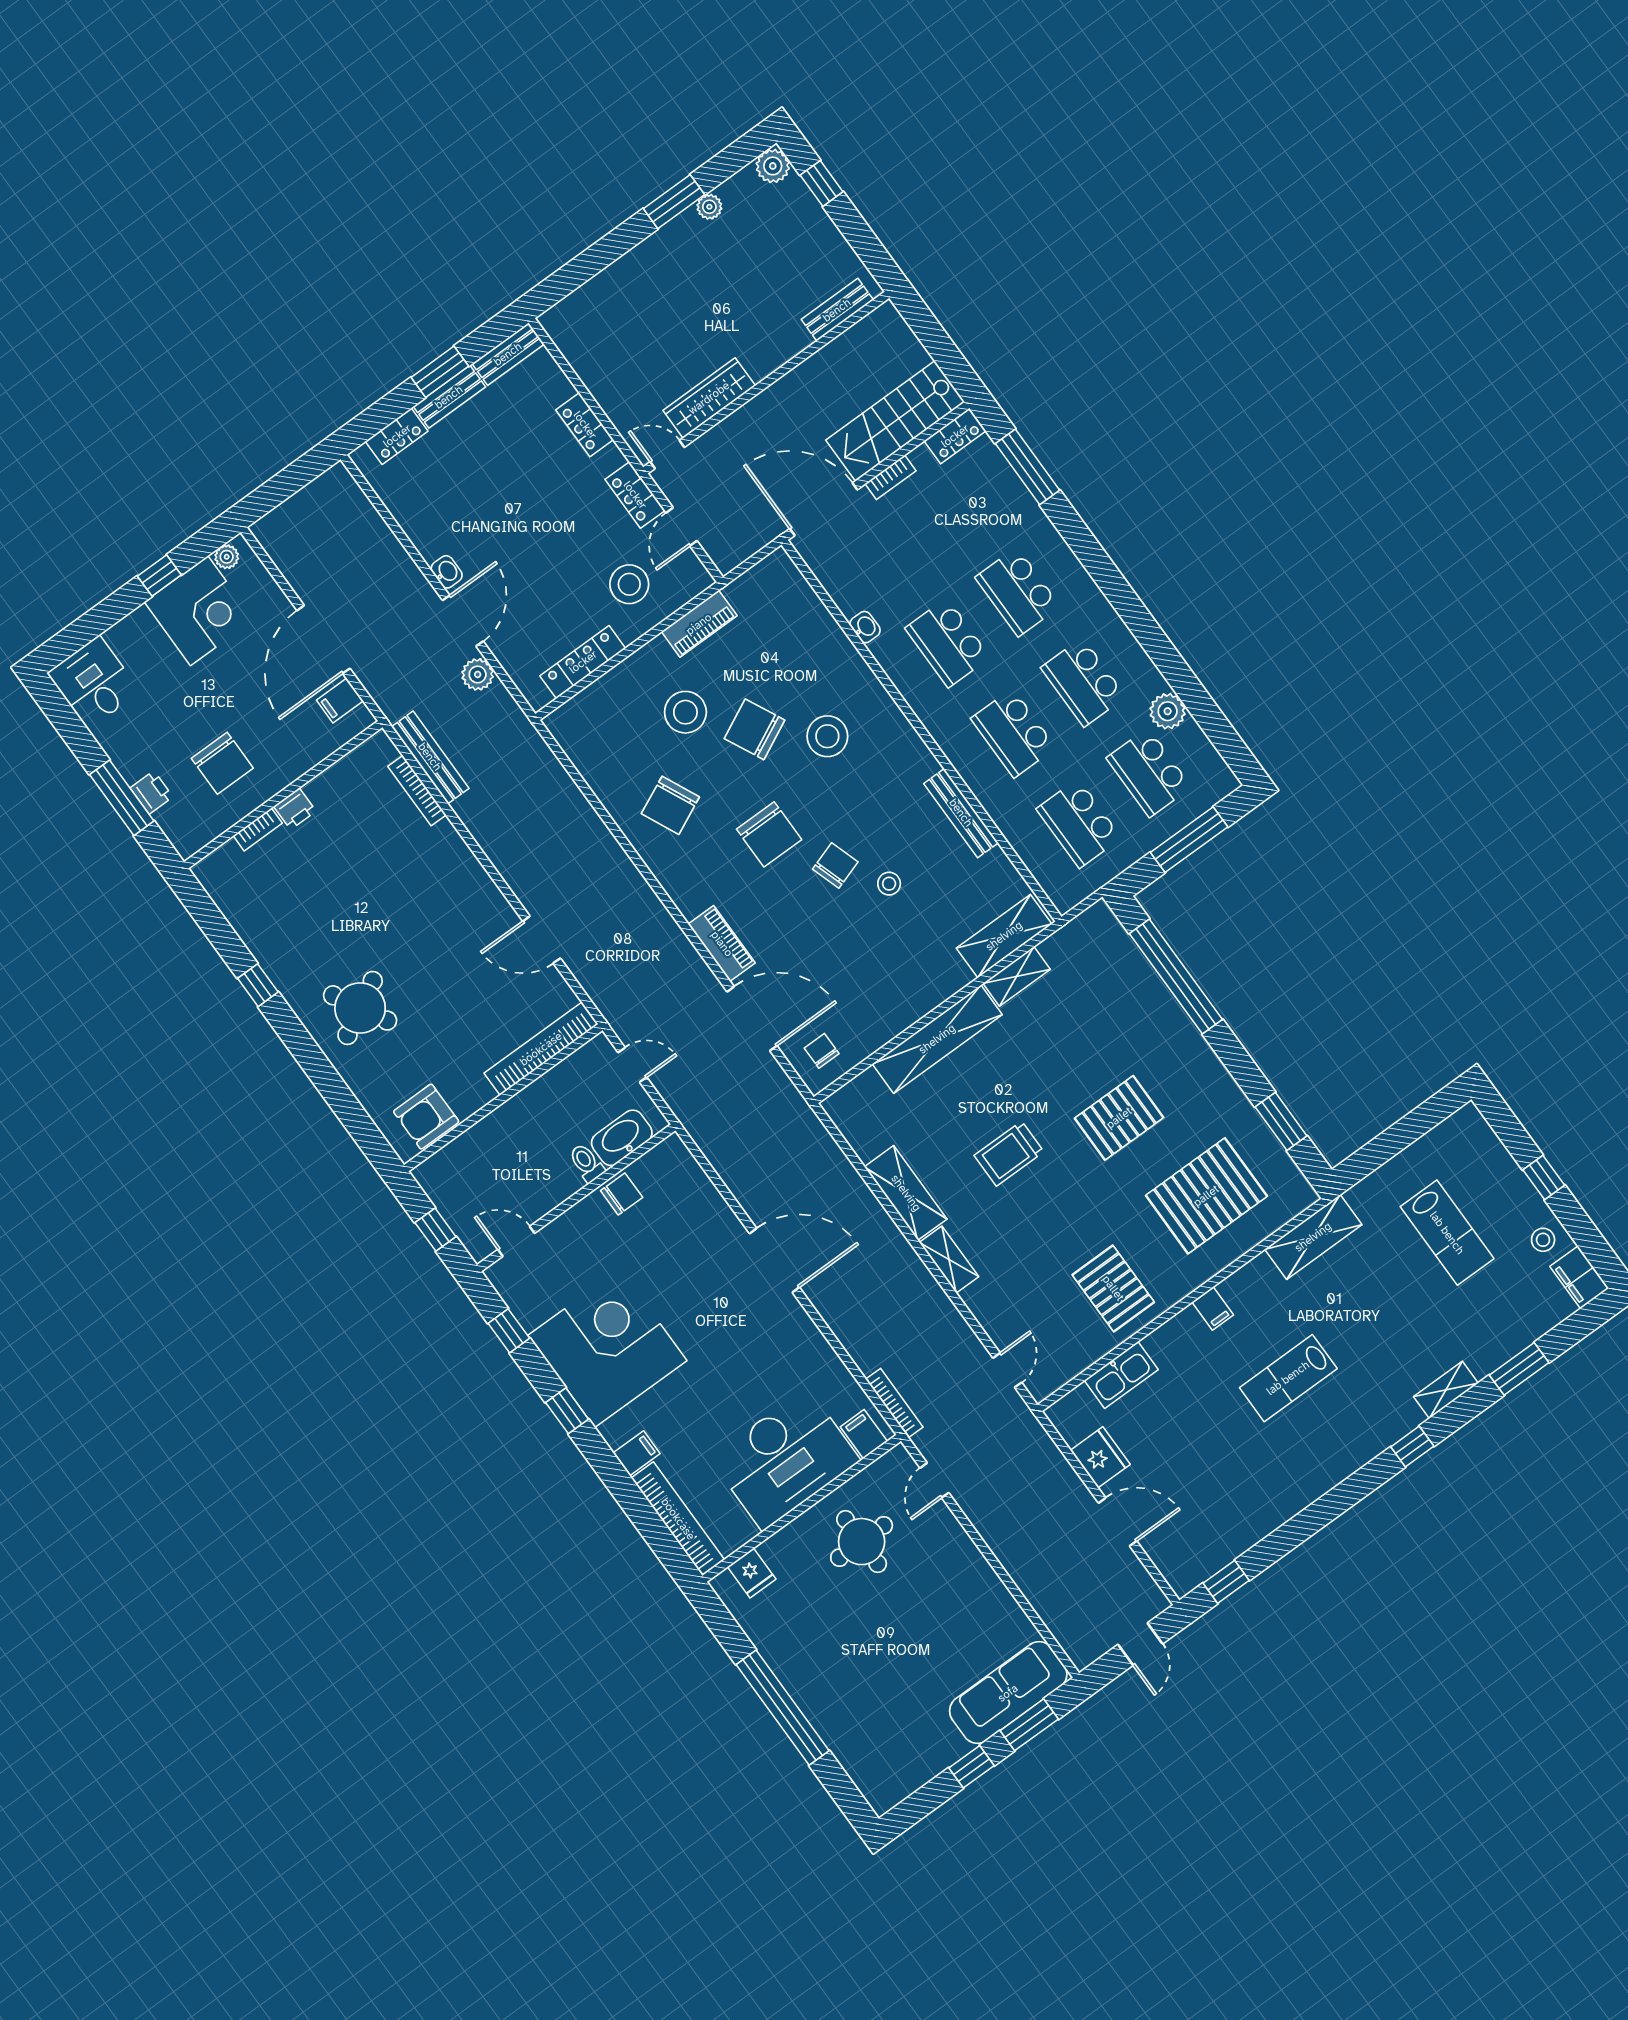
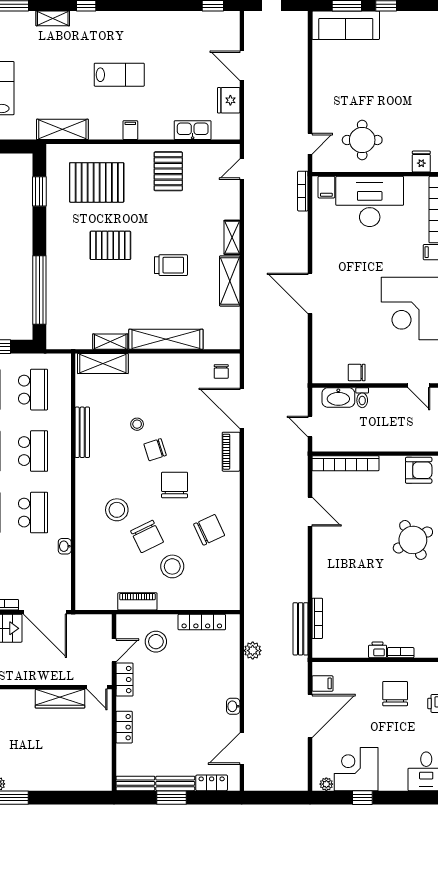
door: (463, 621) -> (242, 749), moved

